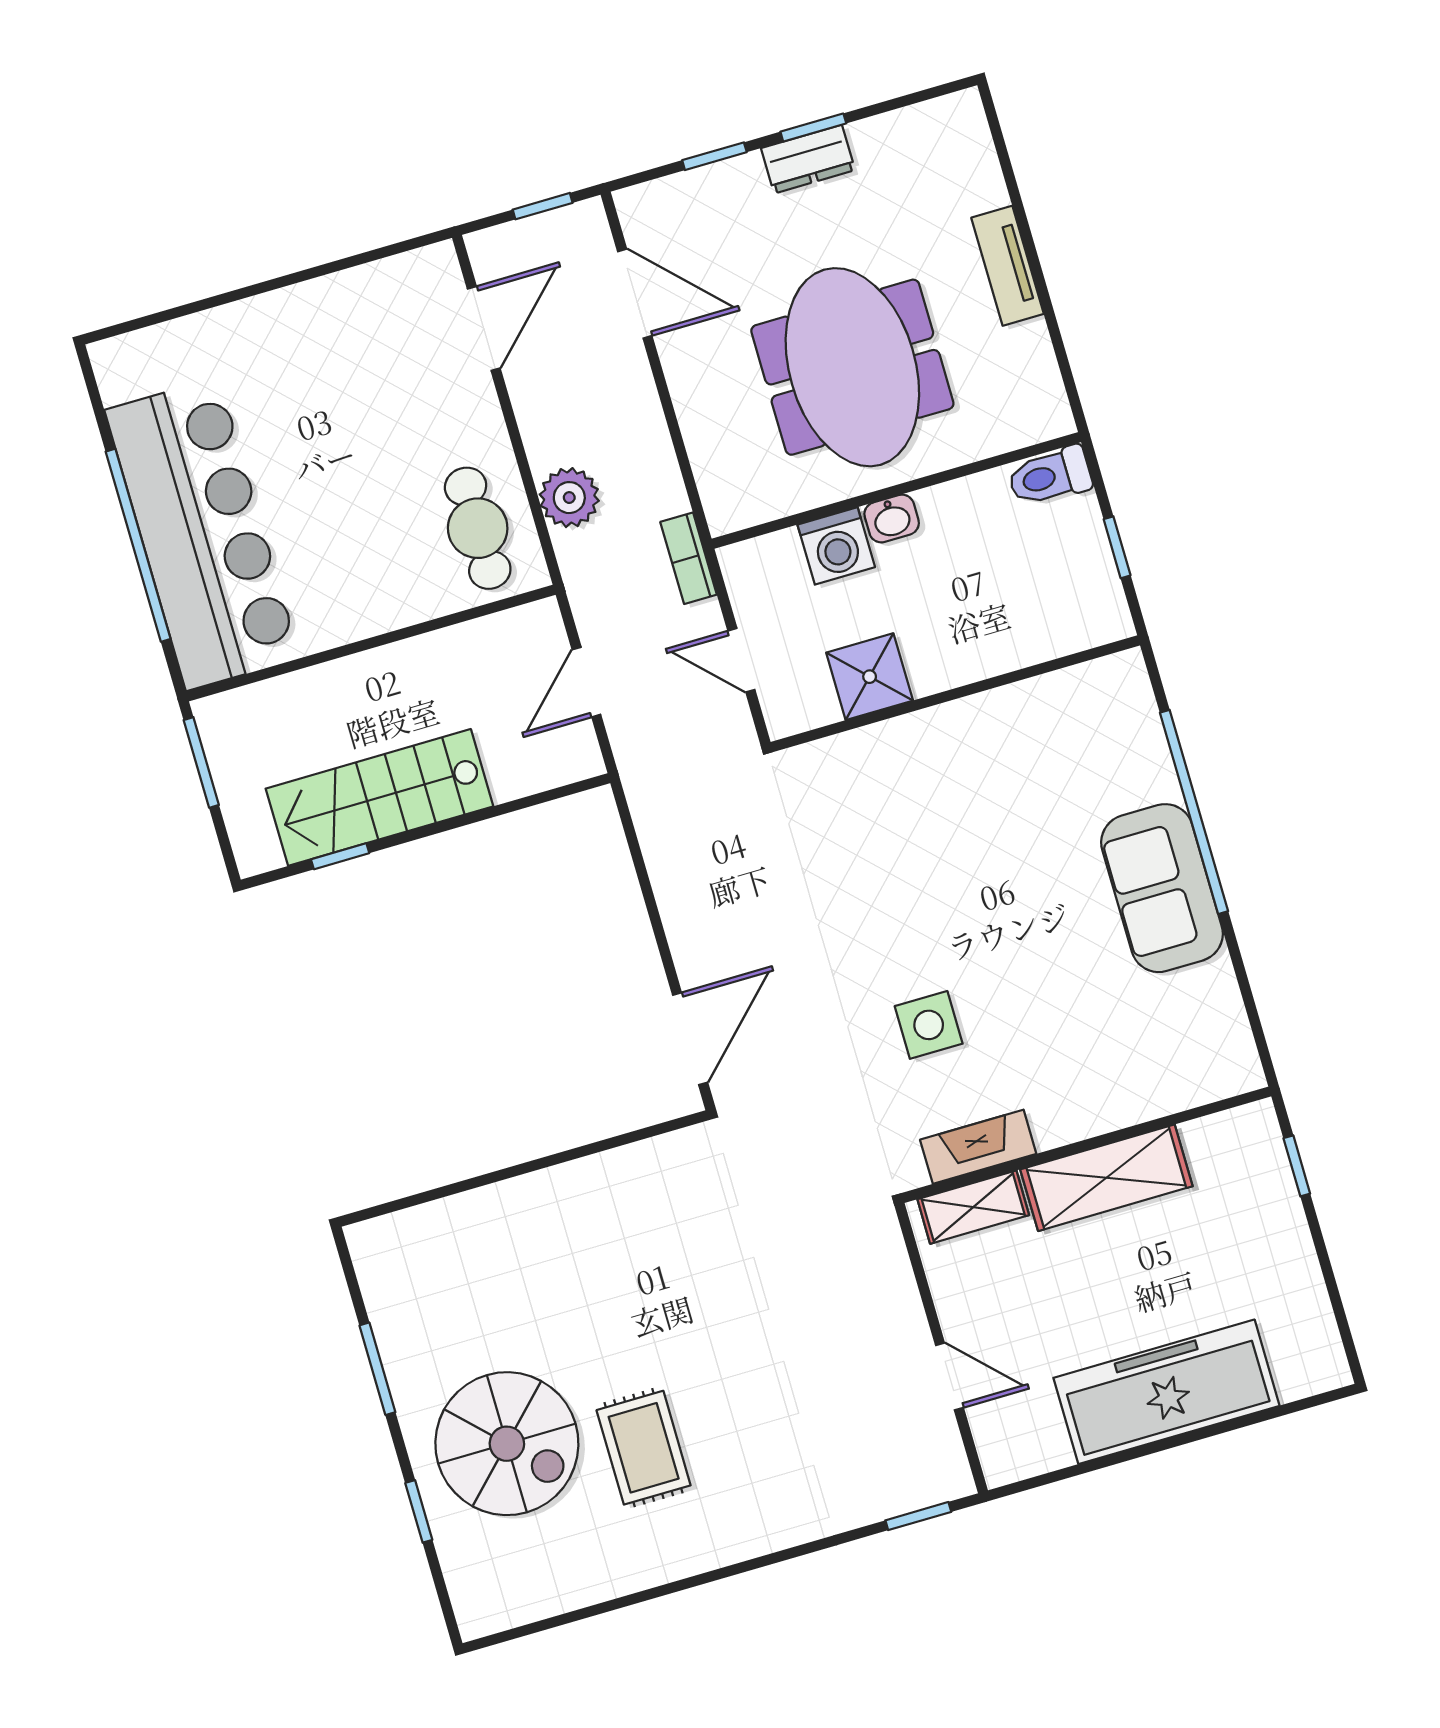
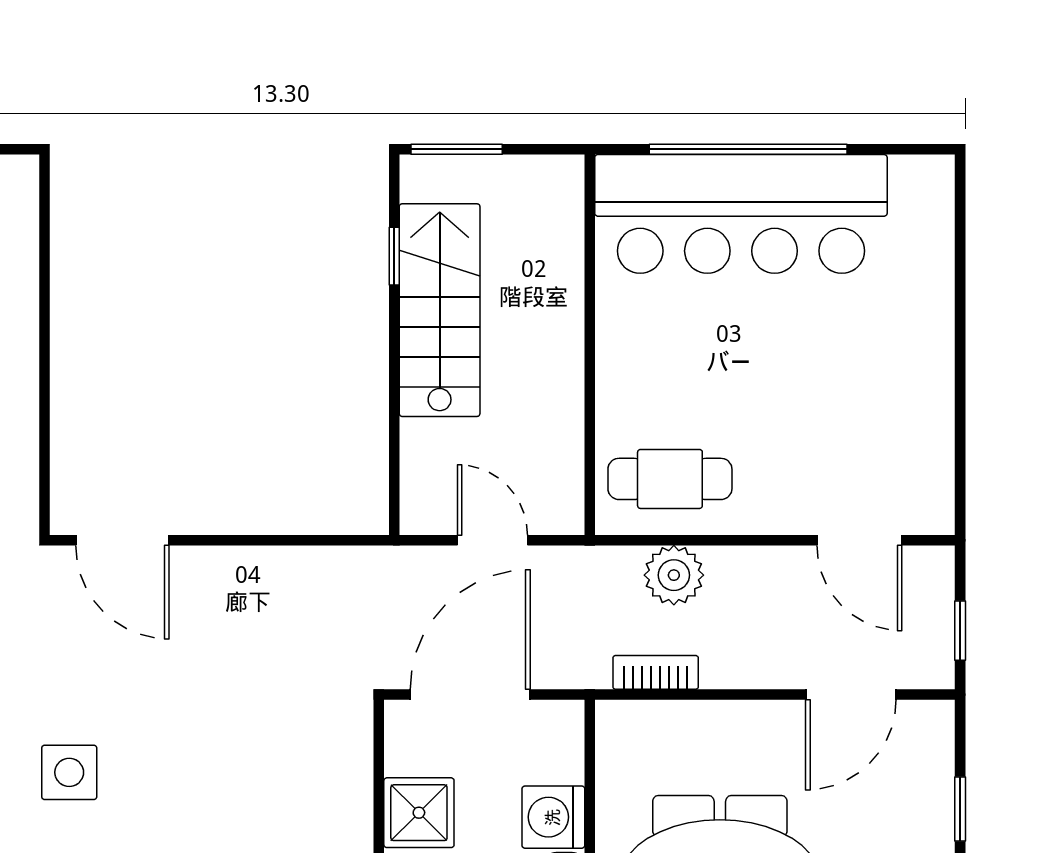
bookcase: (689, 558) -> (656, 672), moved
door: (741, 660) -> (470, 695), width x1.87
window: (201, 762) -> (457, 149), moved

